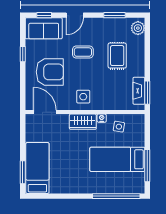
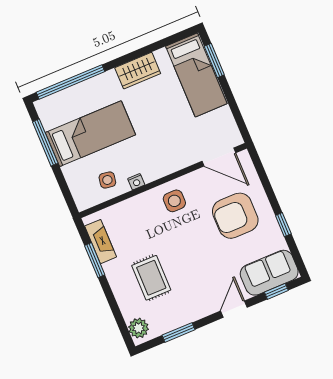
coffee table: (83, 52) -> (201, 263), removed
window: (147, 93) -> (95, 260), moved
wardrobe: (83, 122) -> (138, 71), moved, turned 180

